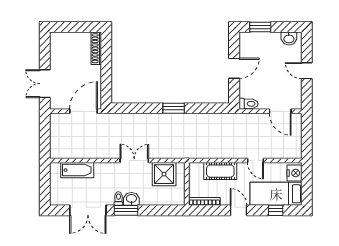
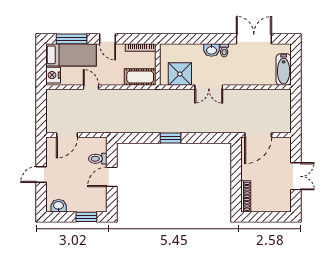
door: (307, 71) -> (41, 174), swing flipped
double door: (45, 84) -> (296, 176), moved
toilet: (248, 104) -> (98, 159), moved
door: (280, 111) -> (67, 135), swing flipped
bathtub: (77, 170) -> (284, 70), moved, turned -90
cot: (220, 171) -> (140, 77), moved
window: (126, 210) -> (217, 39), removed
window: (276, 210) -> (71, 39), width x2.17

